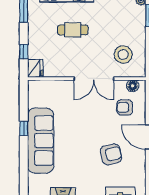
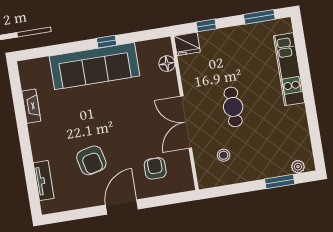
cafe table: (73, 30) -> (233, 107), moved
stool: (123, 54) -> (224, 155), width x0.53, depth x0.53
floor lamp: (133, 86) -> (167, 64), moved

